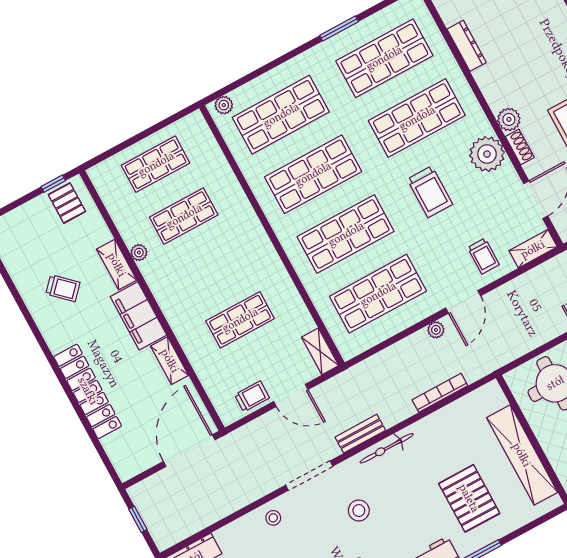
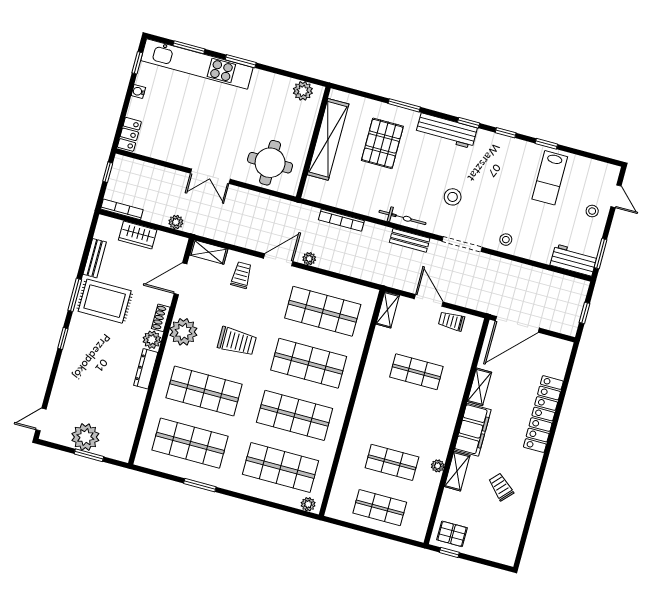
dresser: (467, 46) -> (146, 369), moved
trolley: (430, 192) -> (237, 341), turned 90
pallet: (67, 203) -> (452, 534), turned 90

